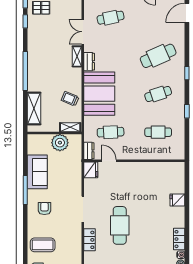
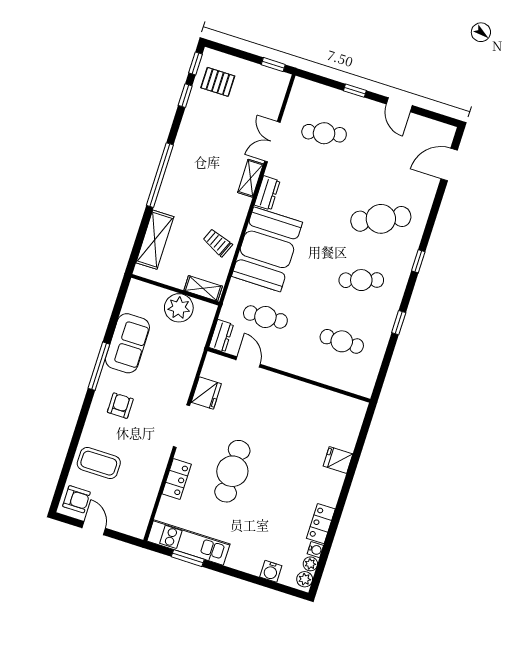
fridge: (91, 170) -> (206, 393), moved

